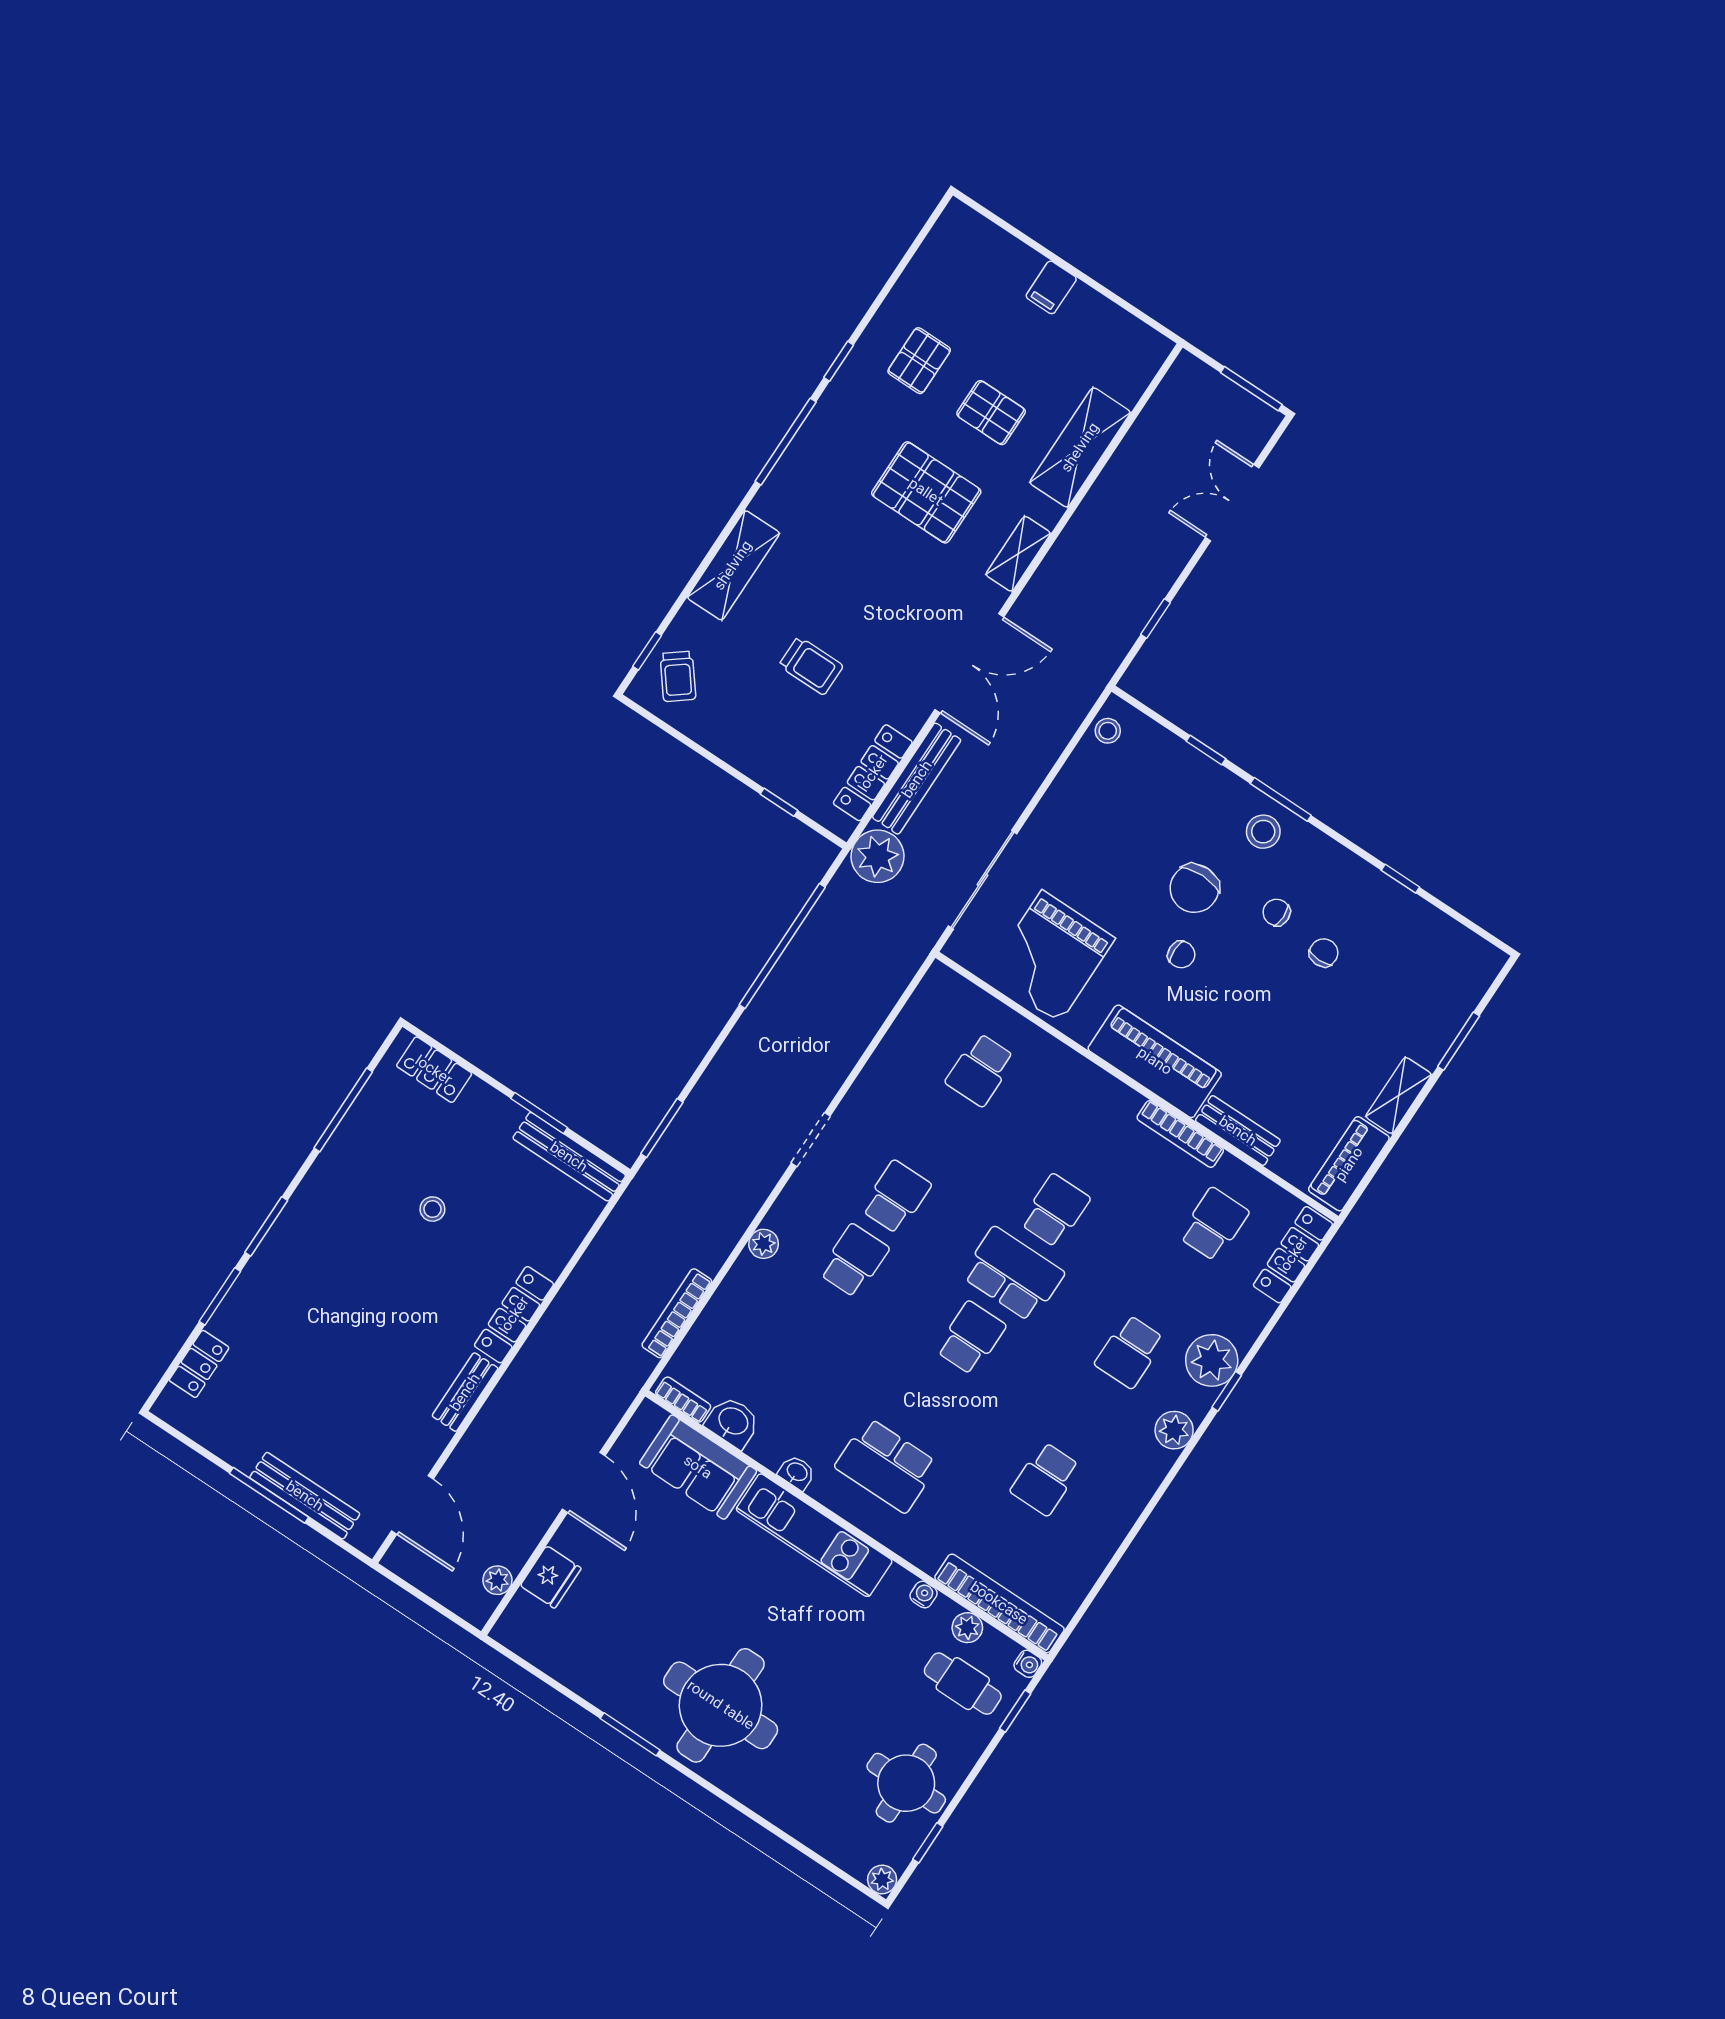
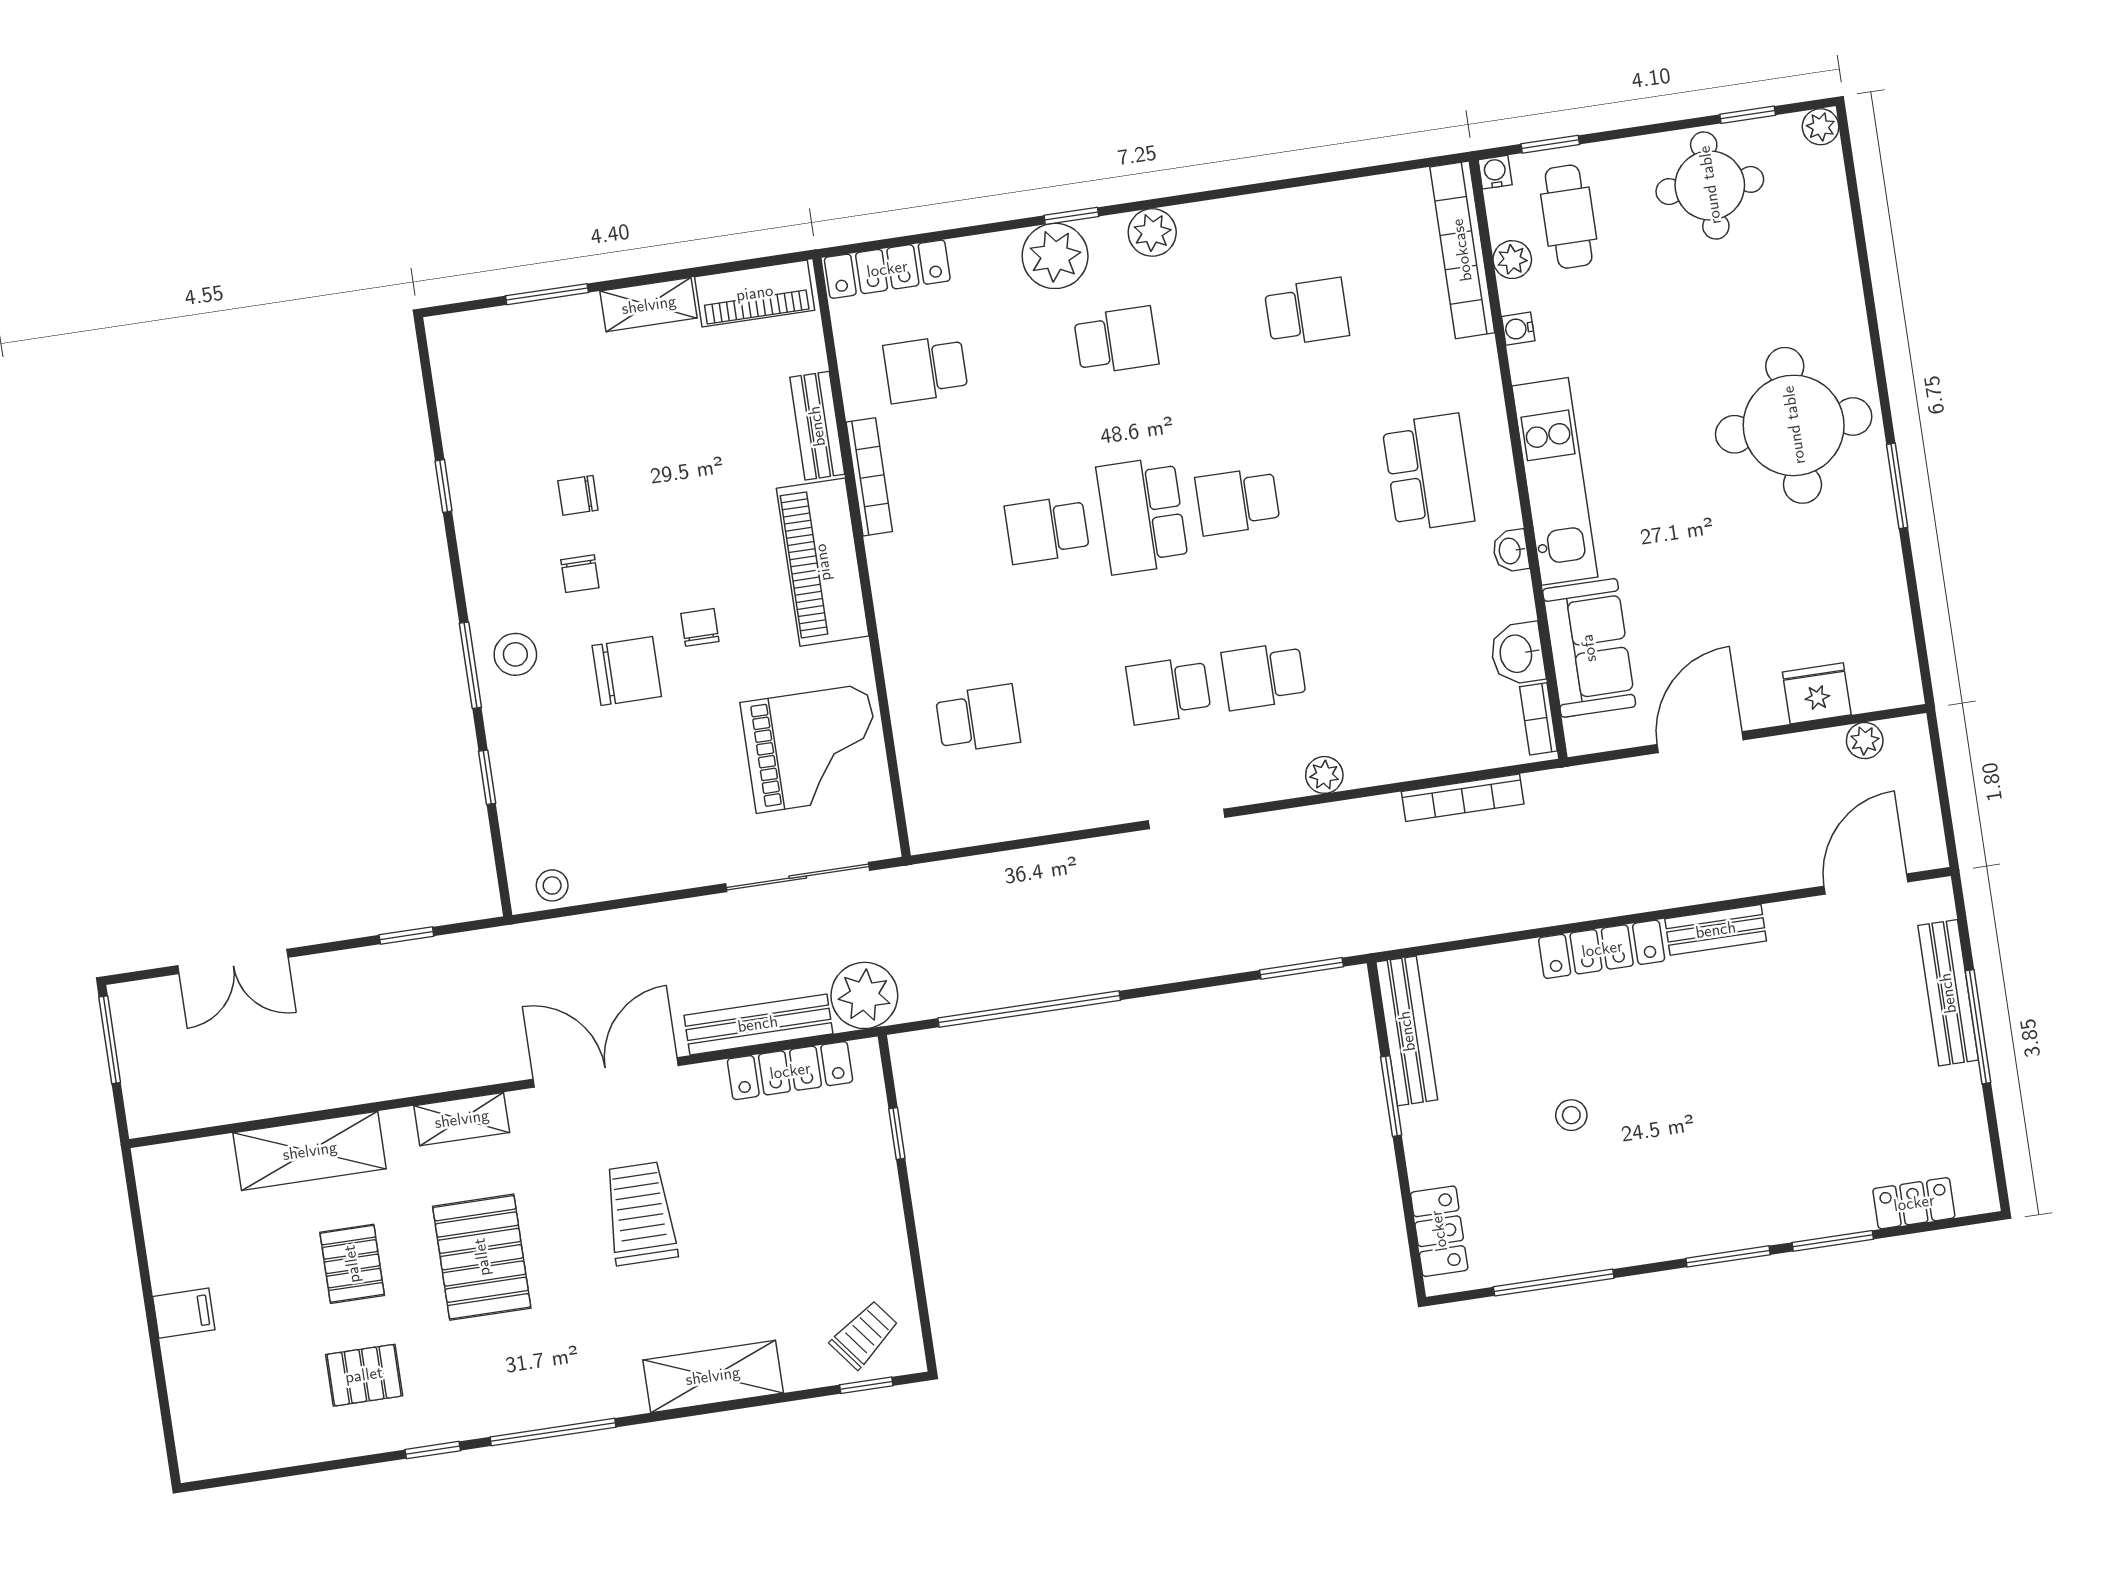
trolley: (811, 666) -> (640, 1214), moved, width x1.36, depth x1.39

